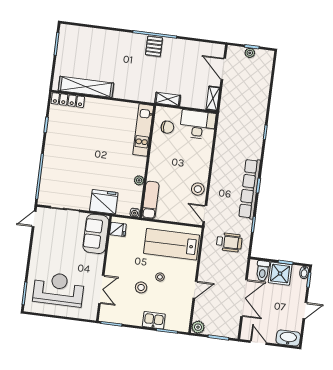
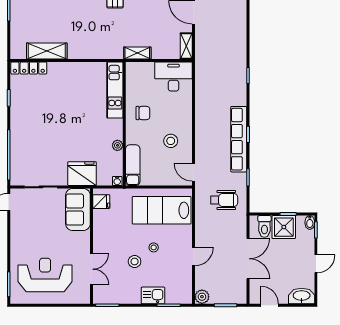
shelving: (86, 87) -> (47, 51), width x0.68
chair: (167, 127) -> (143, 113), moved
stool: (198, 189) -> (171, 141), moved

